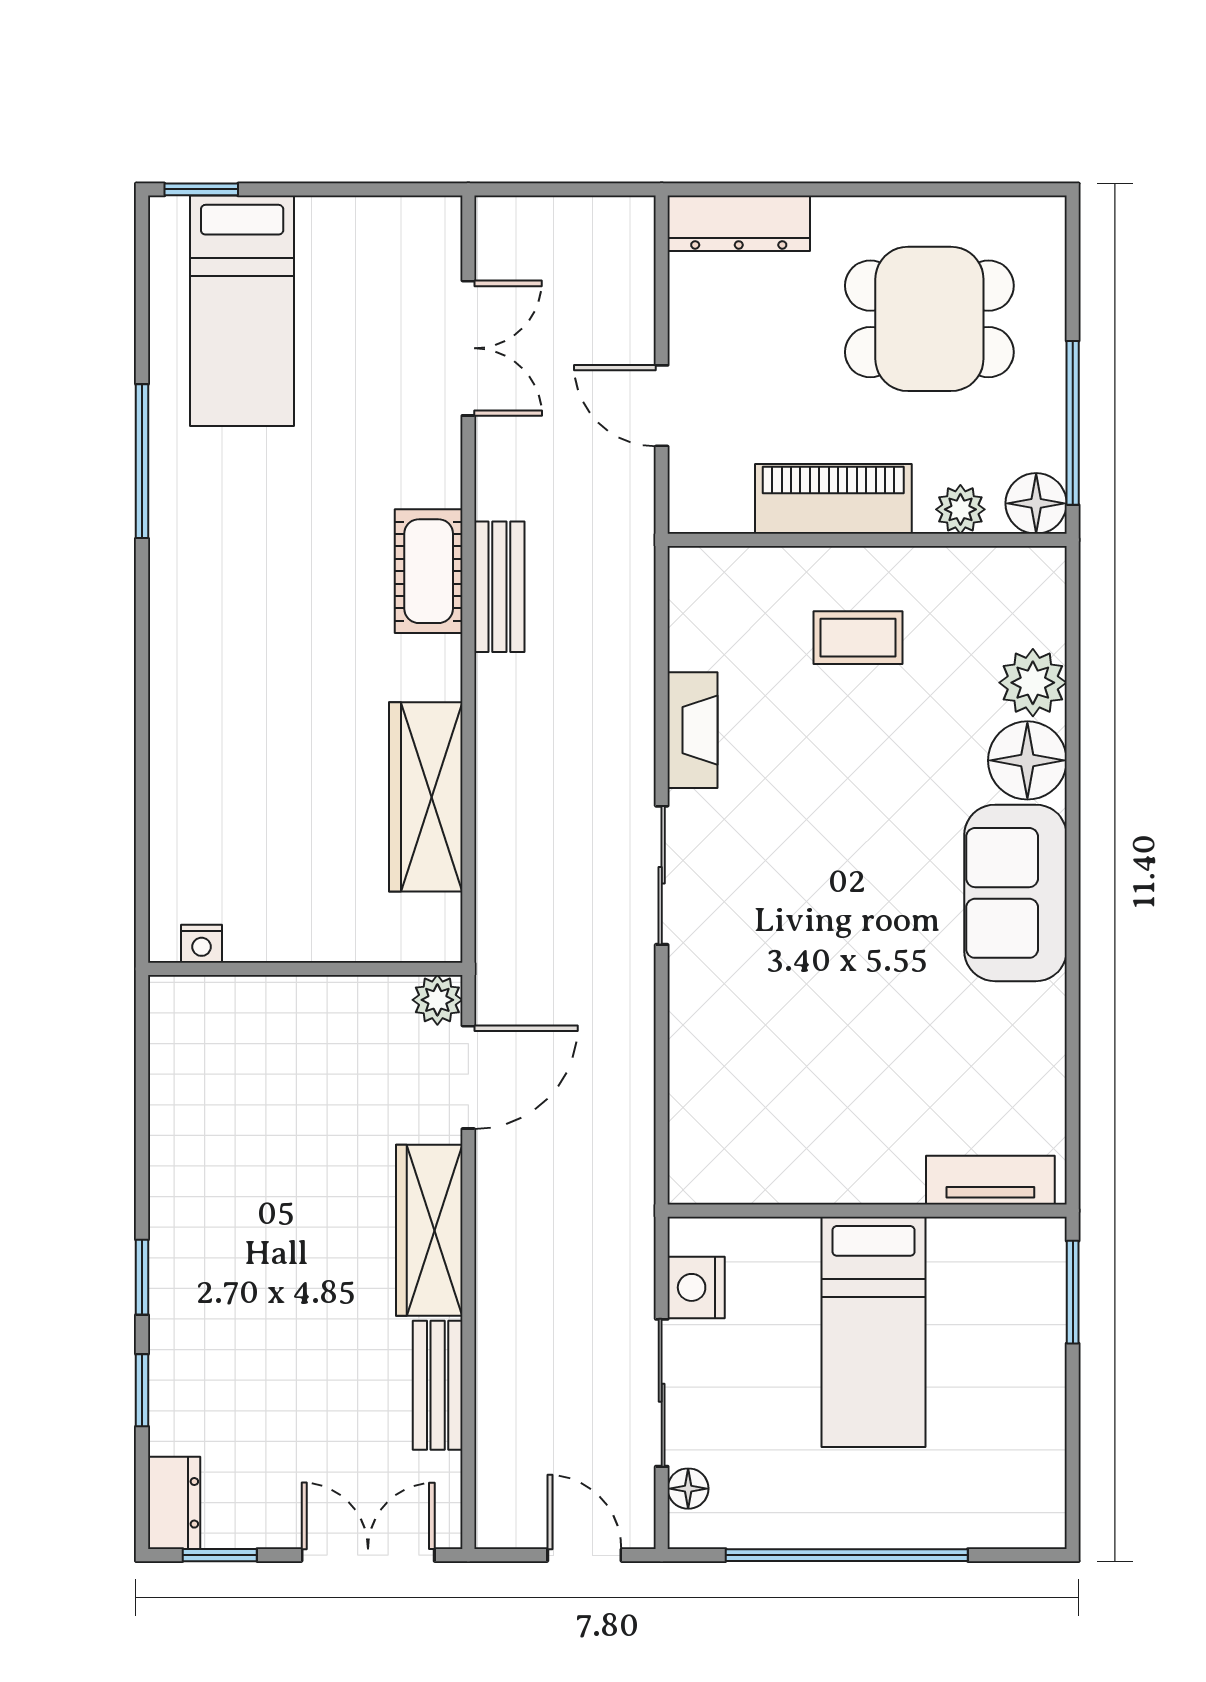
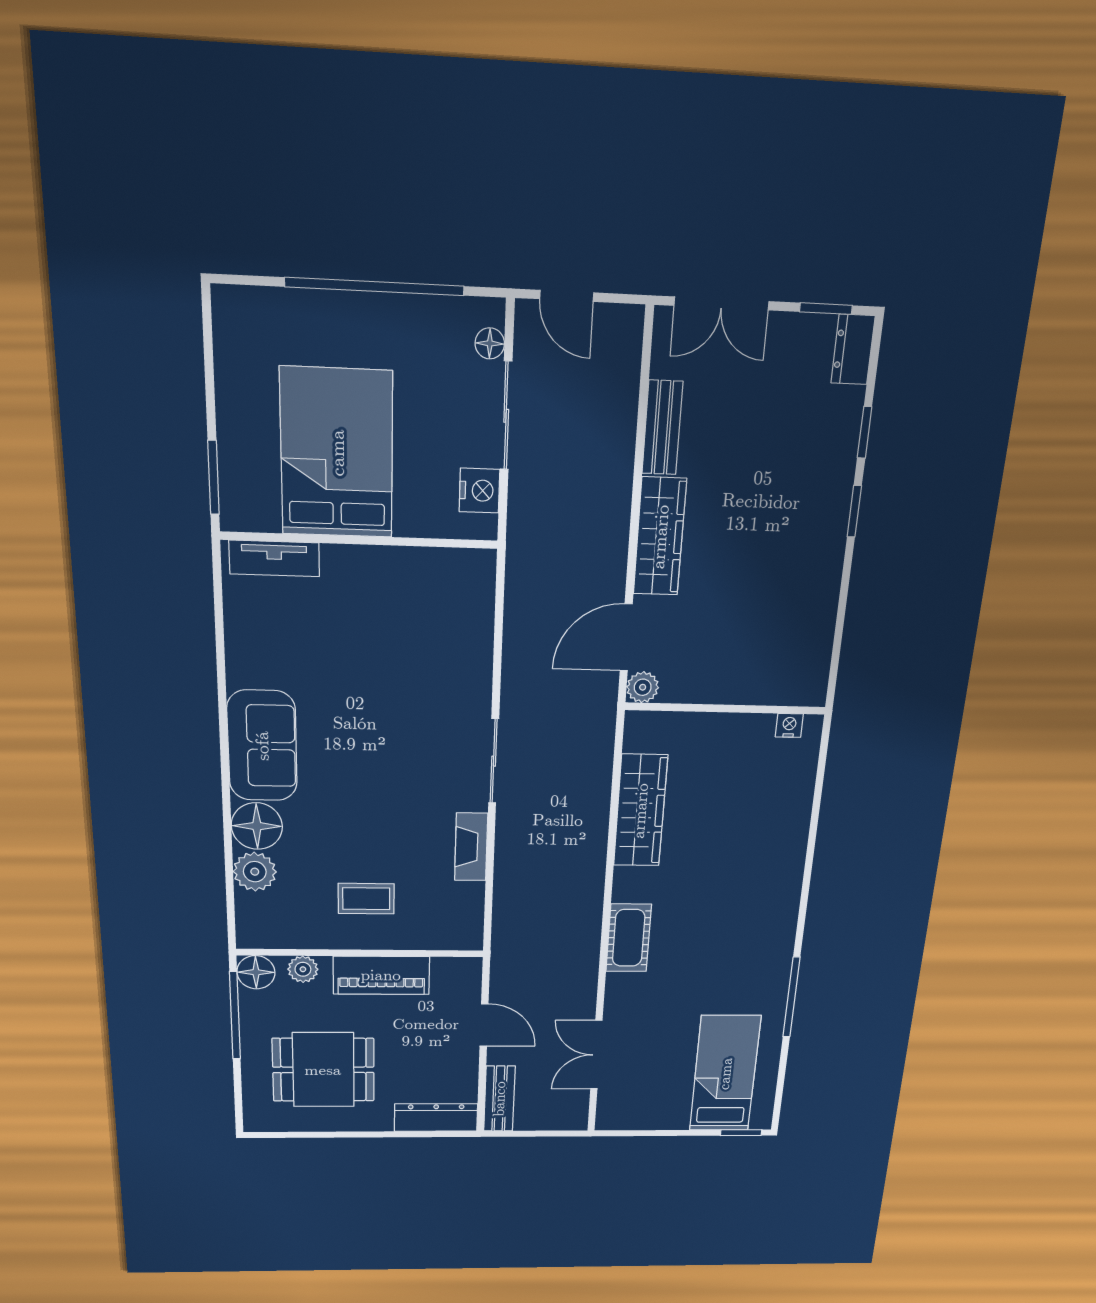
bench: (499, 587) -> (499, 1099), moved
bed: (874, 1332) -> (337, 453), width x1.50

